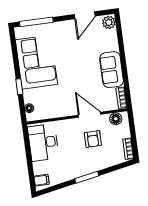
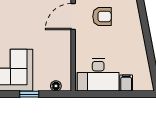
window: (87, 177) -> (146, 30), removed
filing cabinet: (41, 180) -> (126, 83), moved

